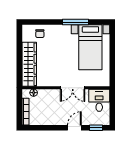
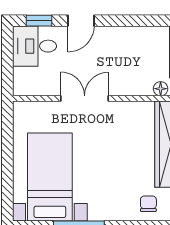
desk: (99, 100) -> (34, 46), moved, turned 90

